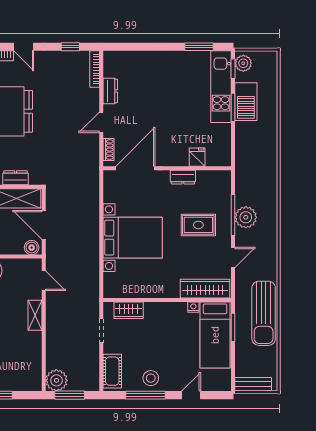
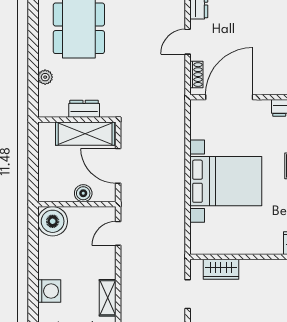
boiler: (32, 248) -> (83, 193), moved
door: (44, 281) -> (118, 233), swing flipped
shelving: (35, 315) -> (108, 298), moved

